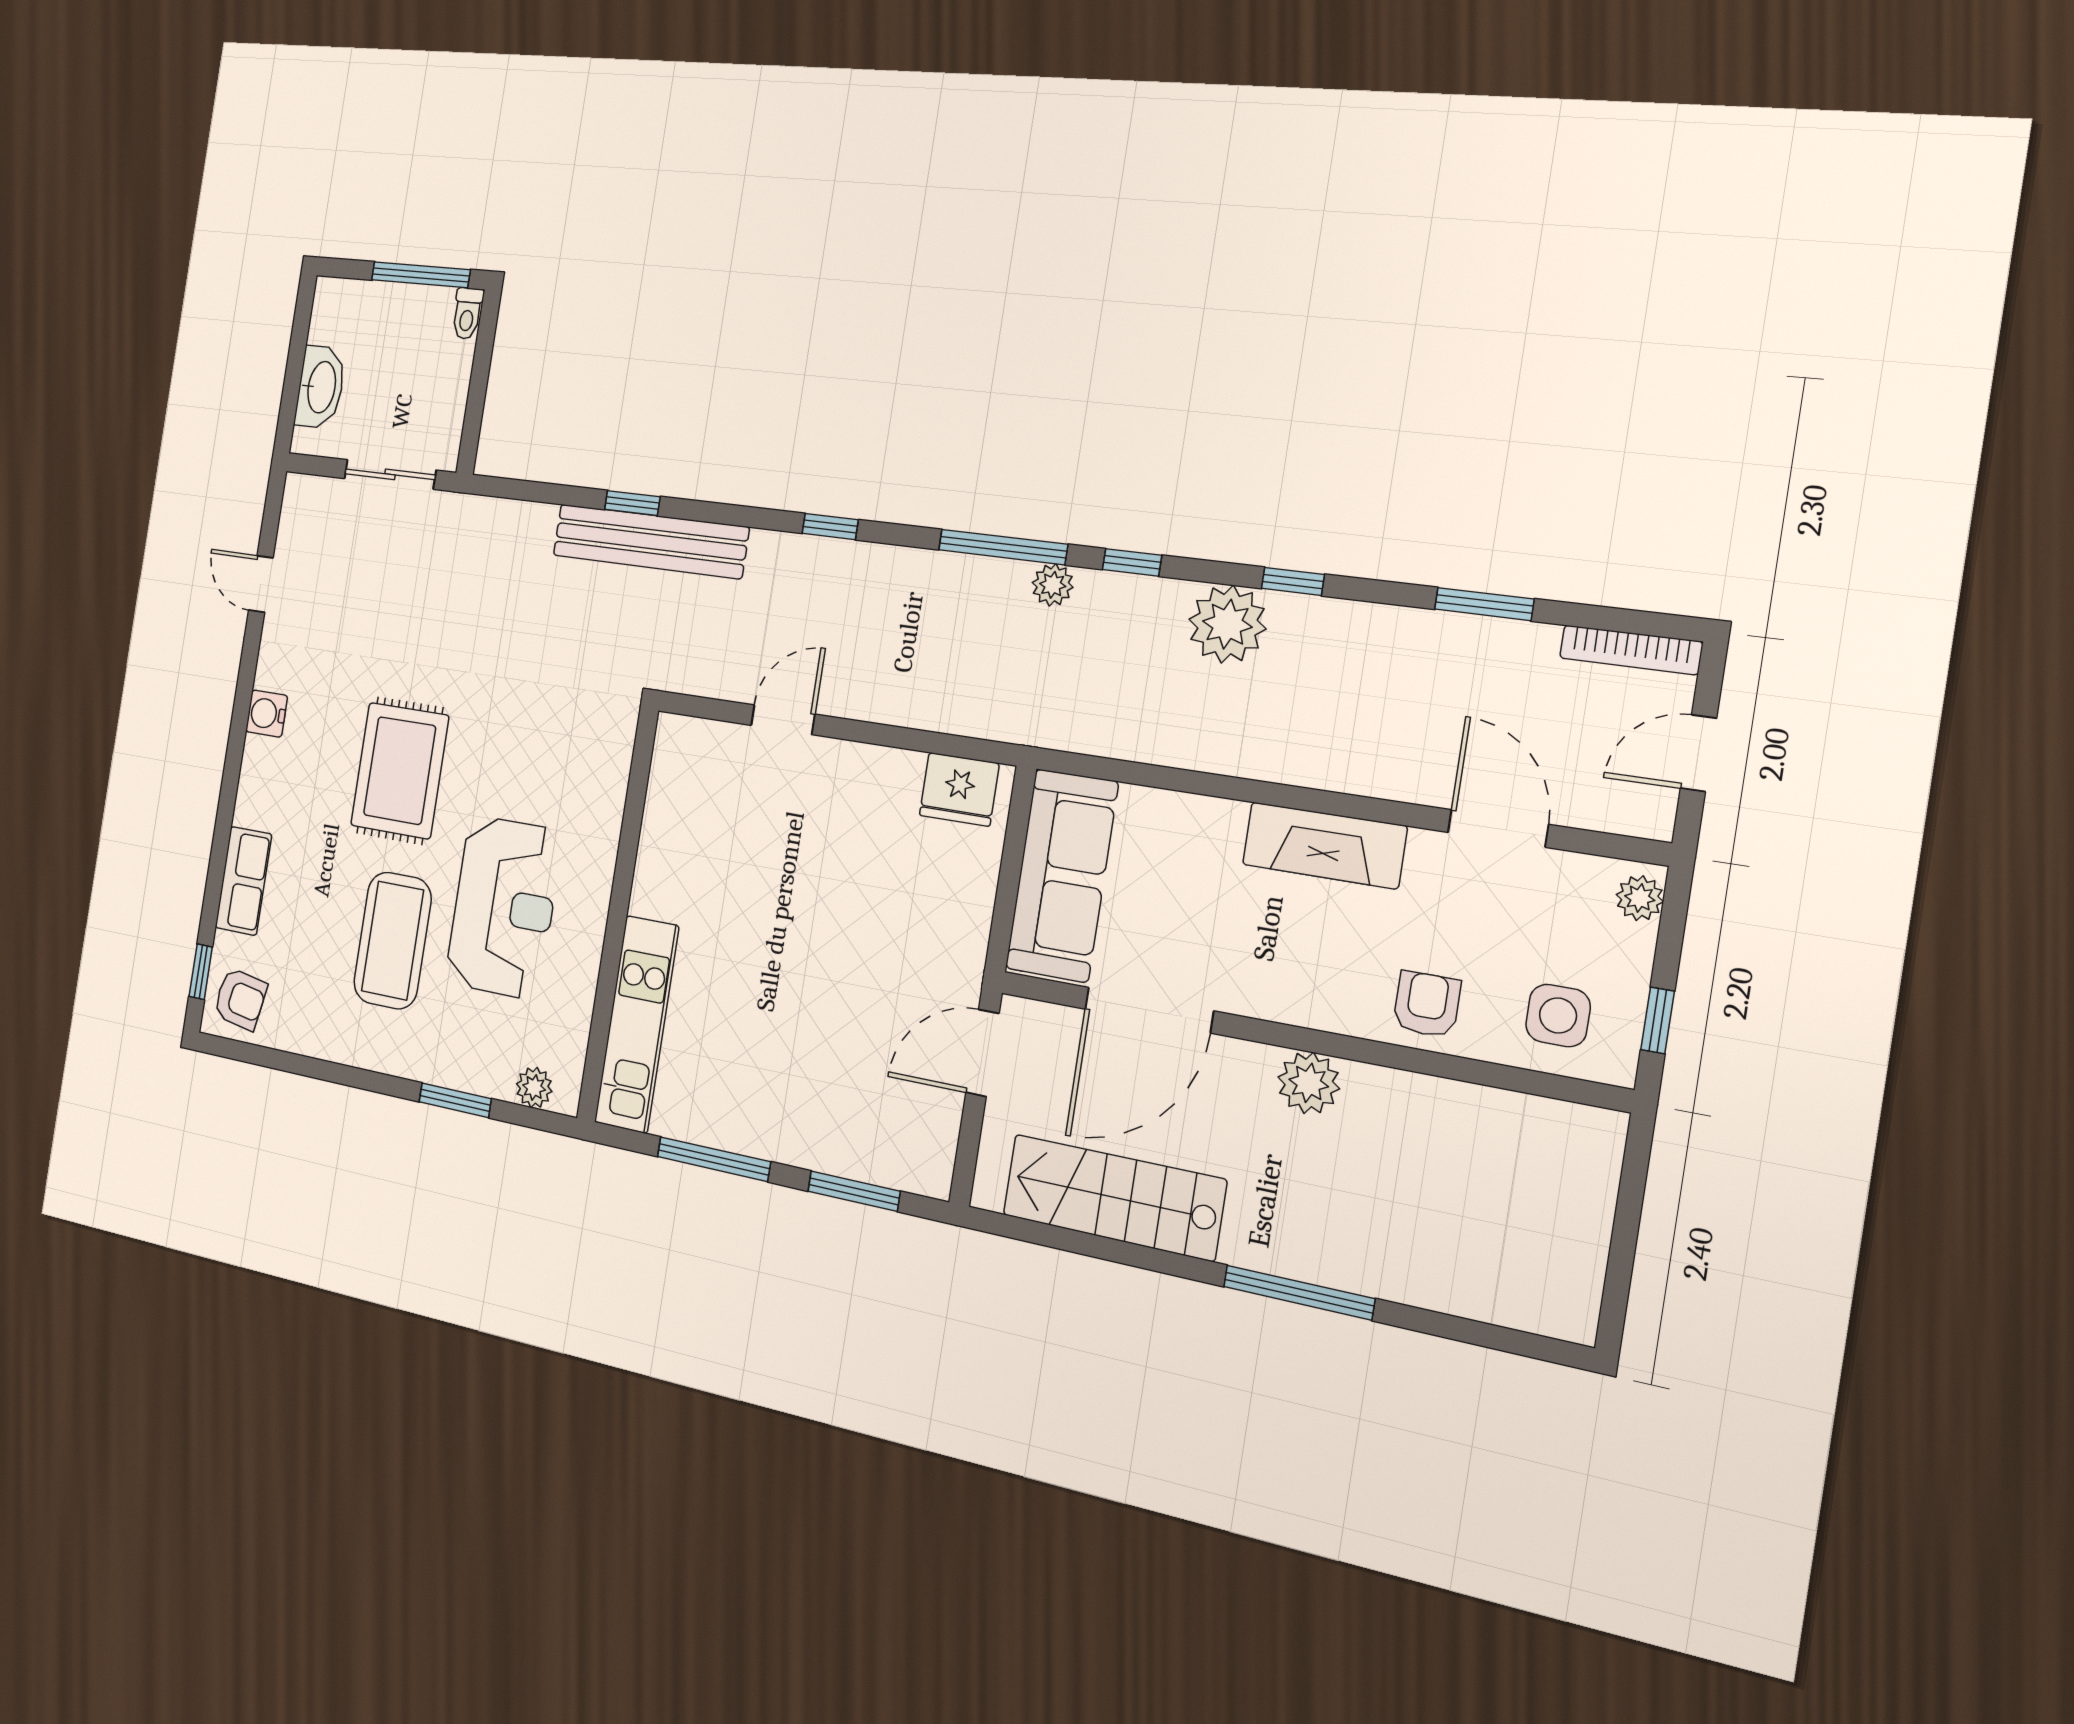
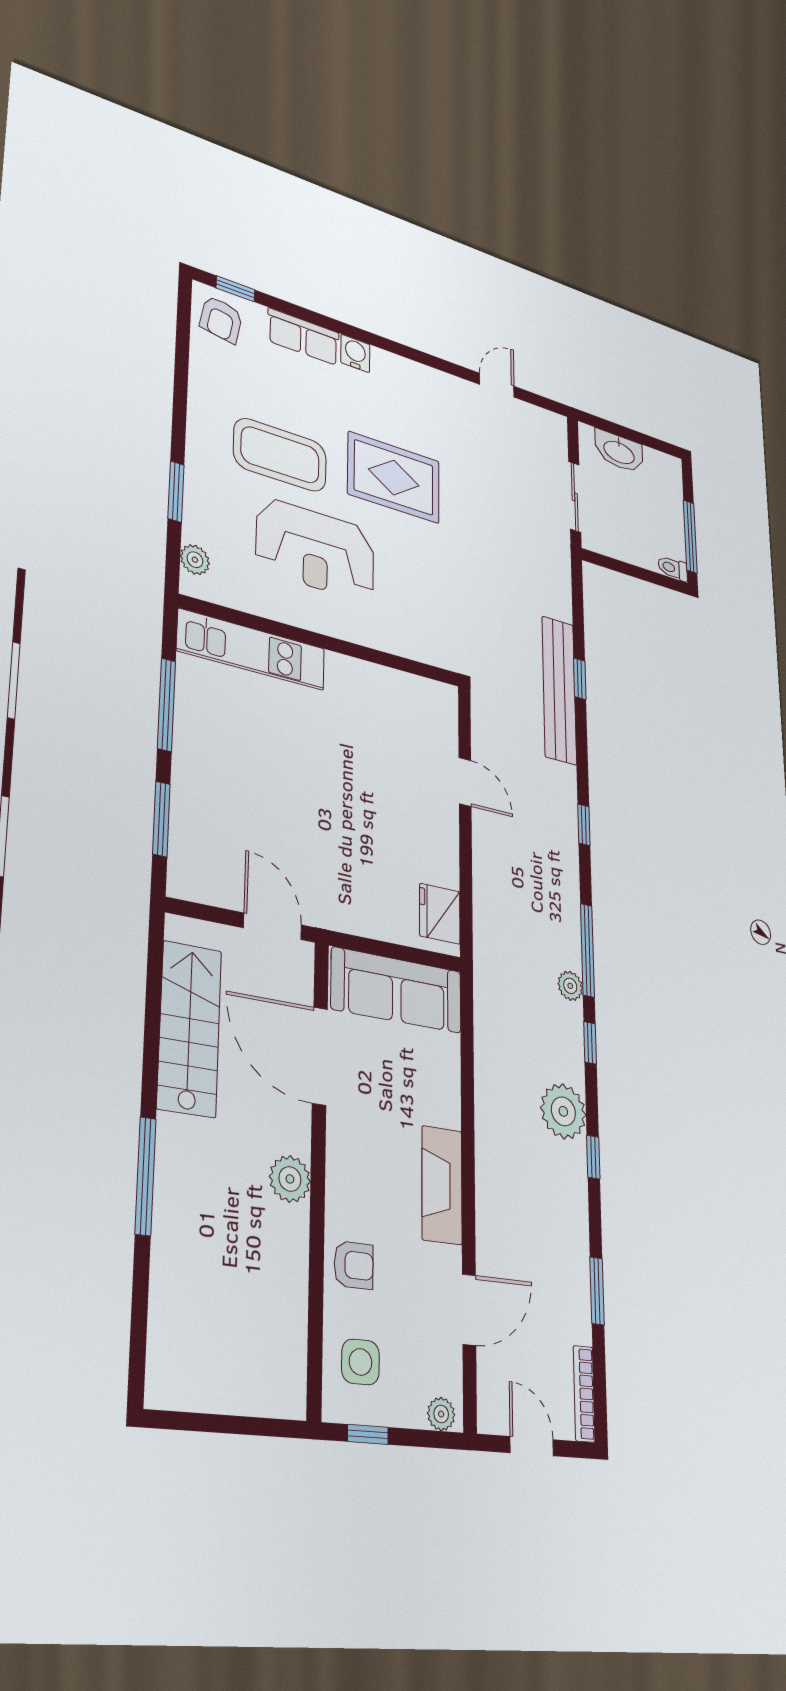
water cooler: (267, 714) -> (355, 353), moved

